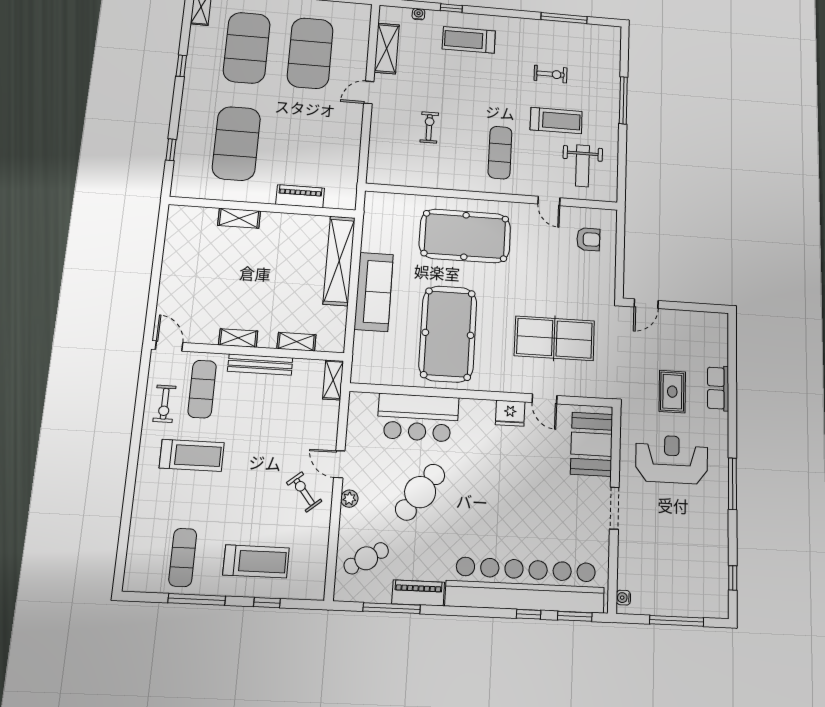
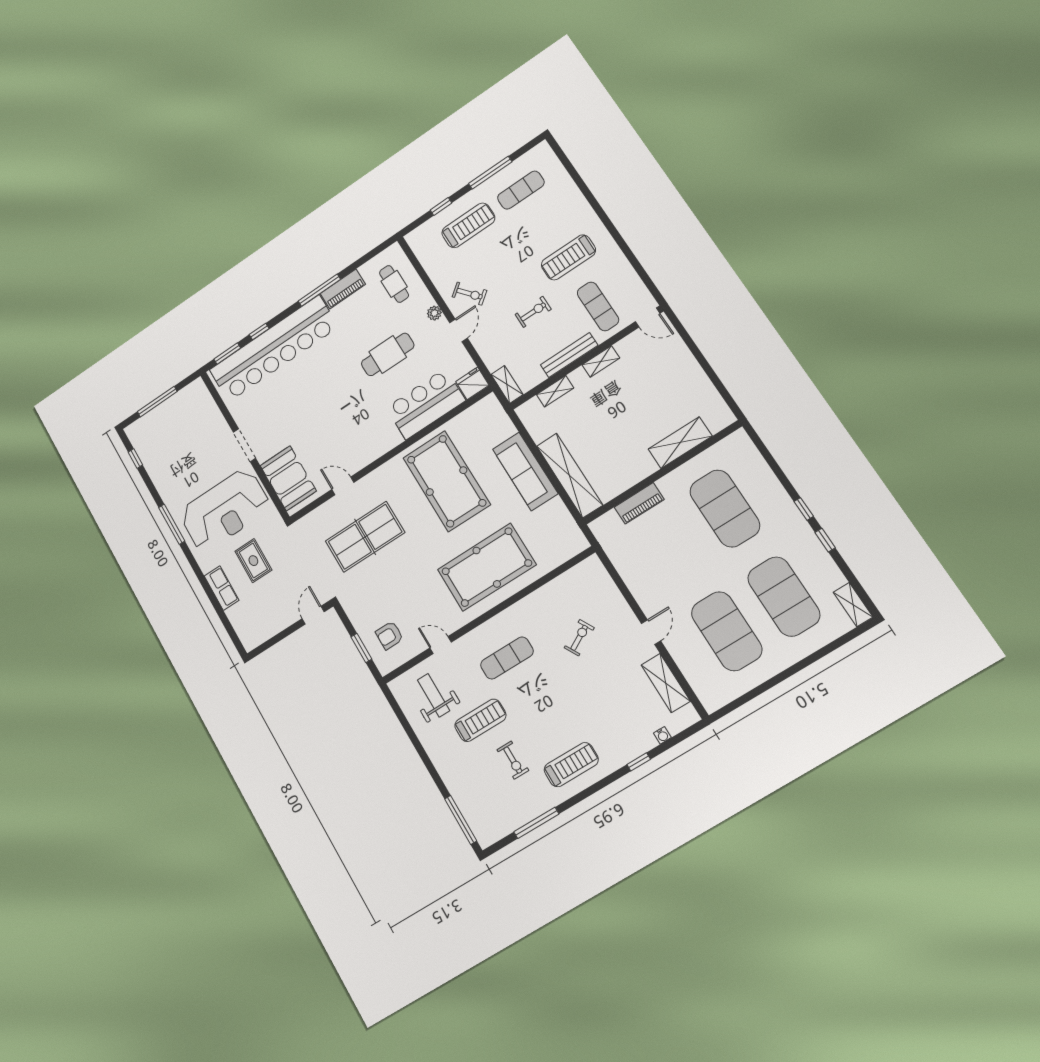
treadmill: (469, 40) -> (571, 765), moved
exercise bike: (550, 74) -> (513, 760), turned -90
window: (623, 100) -> (461, 820), moved
treadmill: (556, 121) -> (480, 720), turned 180
exercise bike: (429, 127) -> (579, 638), turned -119
window: (171, 150) -> (804, 509), moved
exercise mat: (500, 153) -> (507, 658), turned 90
shelving: (239, 218) -> (680, 443), width x1.50, depth x1.33
window: (620, 246) -> (361, 648), added
exercise bike: (165, 404) -> (533, 312), moved, turned 90
fridge: (510, 413) -> (472, 383), moved
reception desk: (672, 459) -> (225, 510), width x1.36, depth x1.30
door: (339, 464) -> (458, 330), hinge flipped
cafe table: (420, 492) -> (388, 354), turned 54
exercise mat: (183, 557) -> (521, 190), turned 90
cafe table: (366, 558) -> (394, 284), turned -60
treadmill: (256, 561) -> (468, 225), turned 180
water cooler: (623, 598) -> (202, 390), removed
window: (392, 608) -> (319, 290), moved

